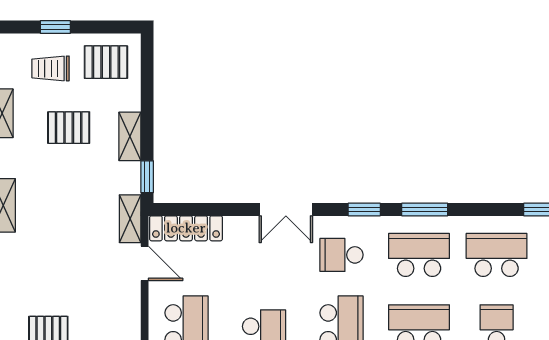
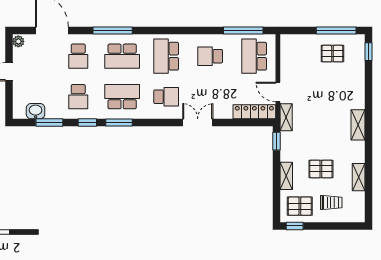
window: (55, 27) -> (295, 226), moved
shelving: (130, 136) -> (286, 176), moved
window: (364, 210) -> (87, 122), moved
school desk: (419, 255) -> (122, 97), turned 180
school desk: (497, 255) -> (78, 97), width x0.54

